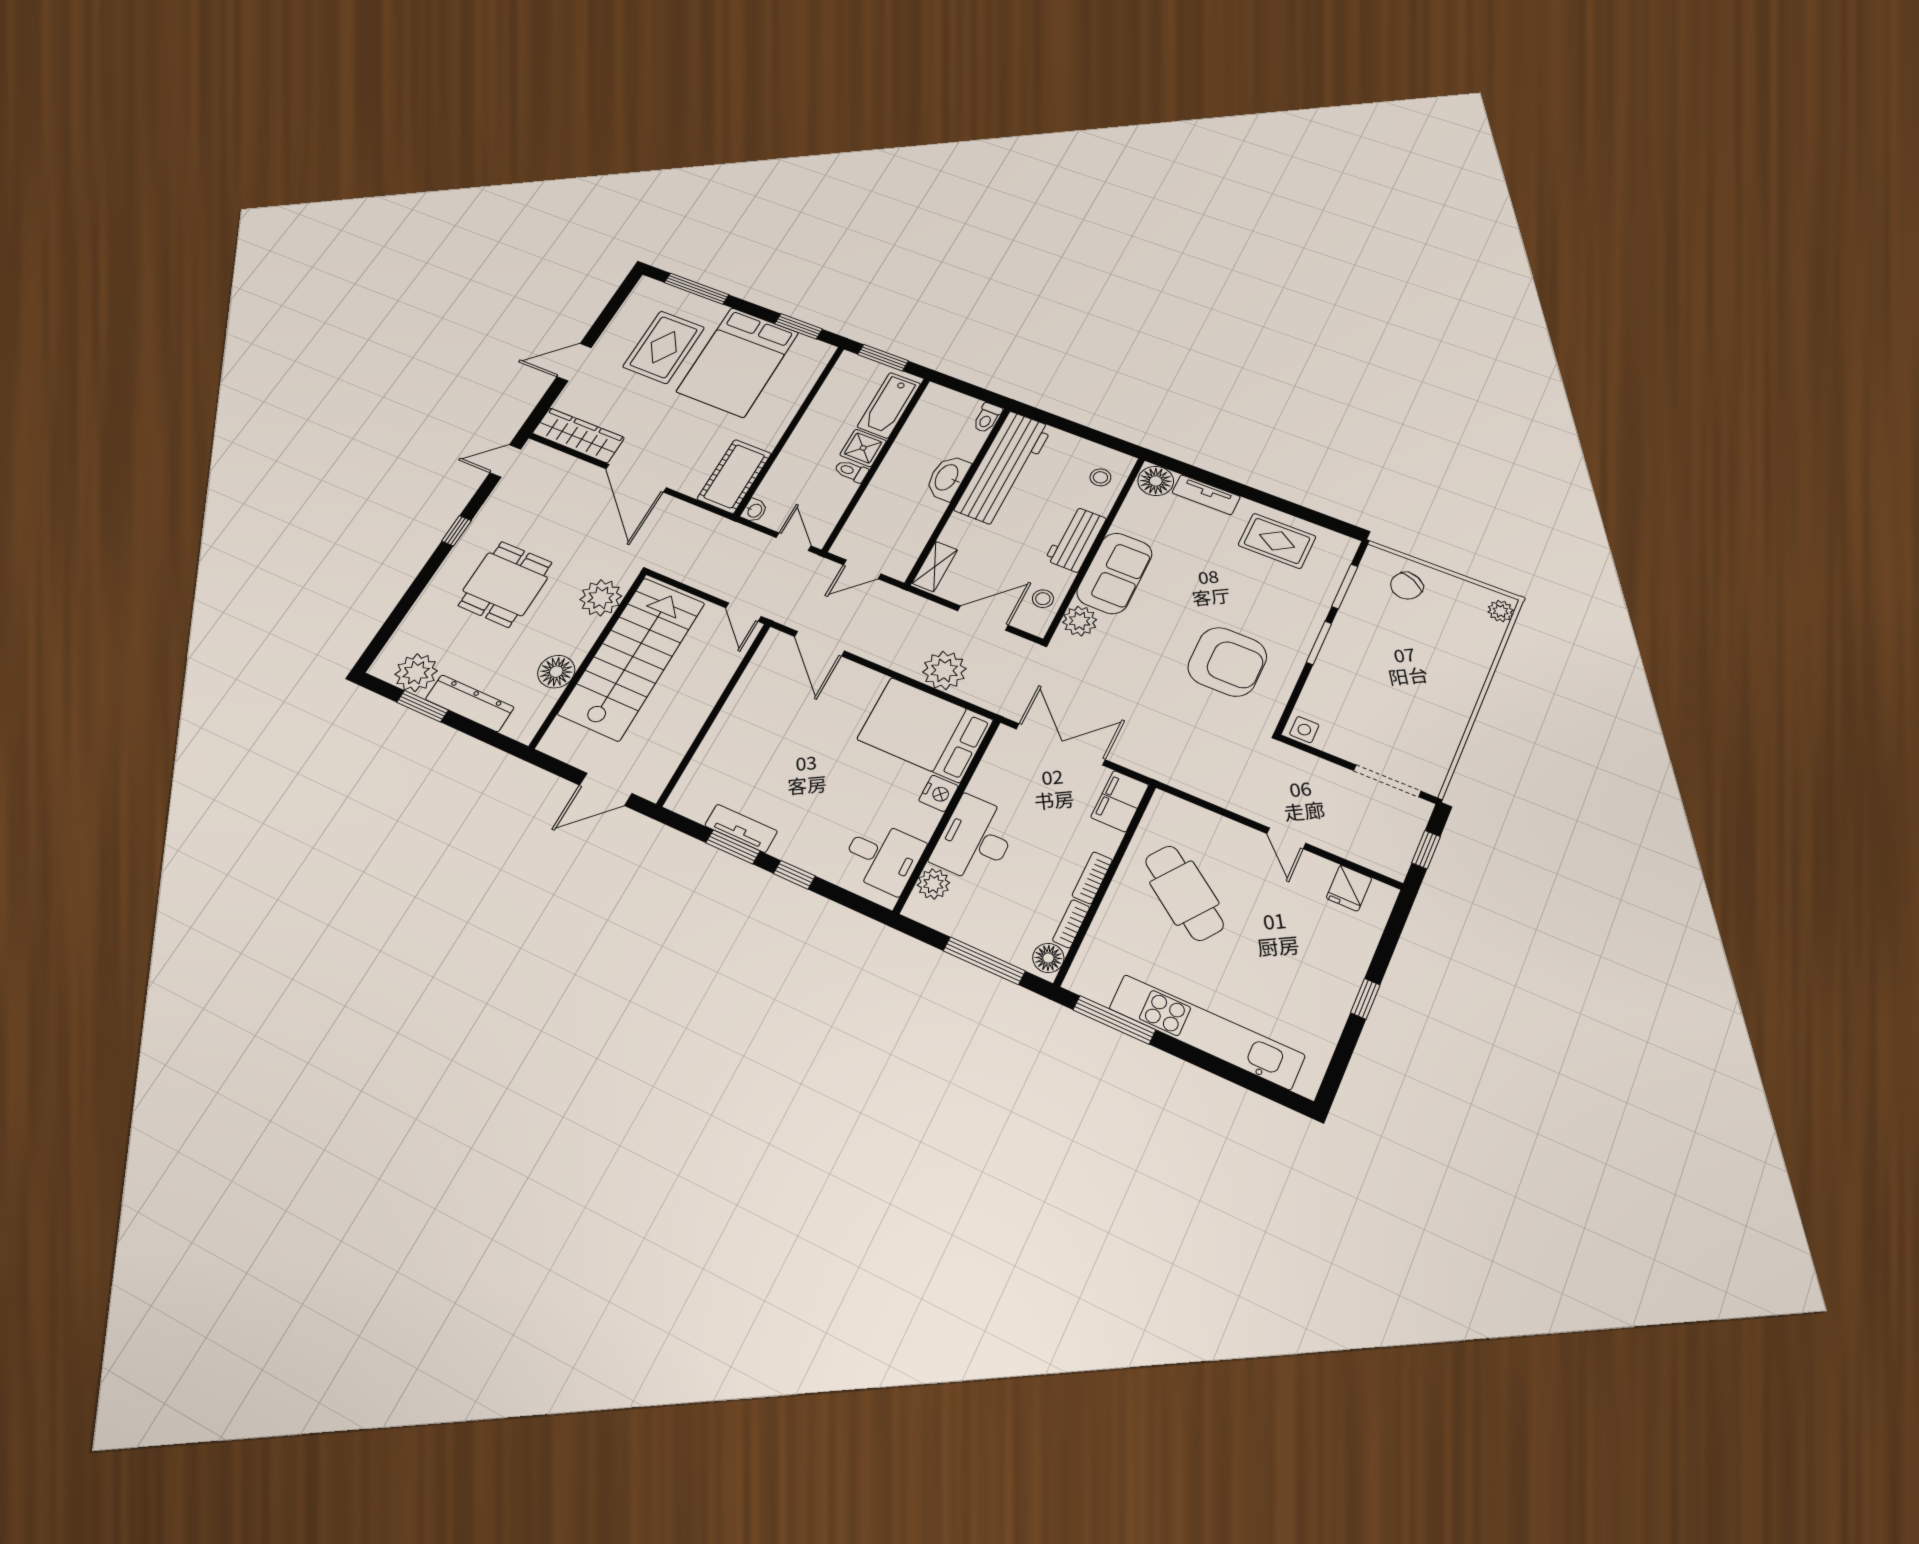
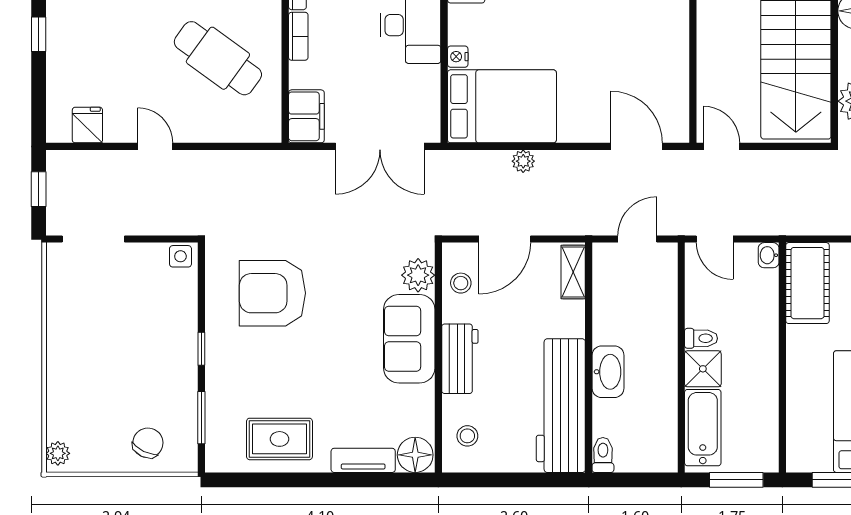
window: (1319, 643) -> (201, 349), width x0.67
plant: (944, 670) -> (523, 161), width x0.53, depth x0.53
nightstand: (938, 793) -> (458, 57), width x0.72, depth x0.74

